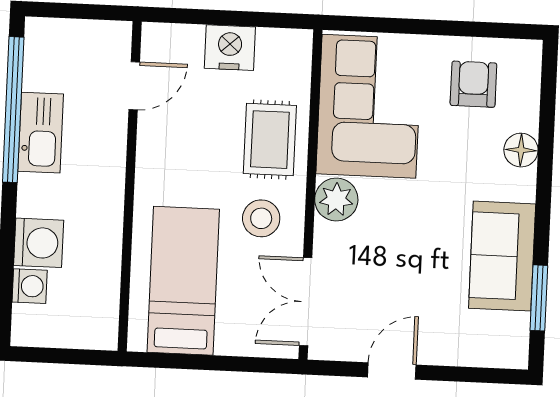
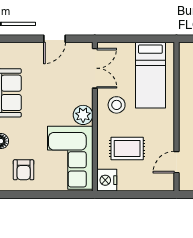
nightstand: (230, 48) -> (107, 180), moved, turned 90
rug: (270, 140) -> (127, 149), moved, turned 90

